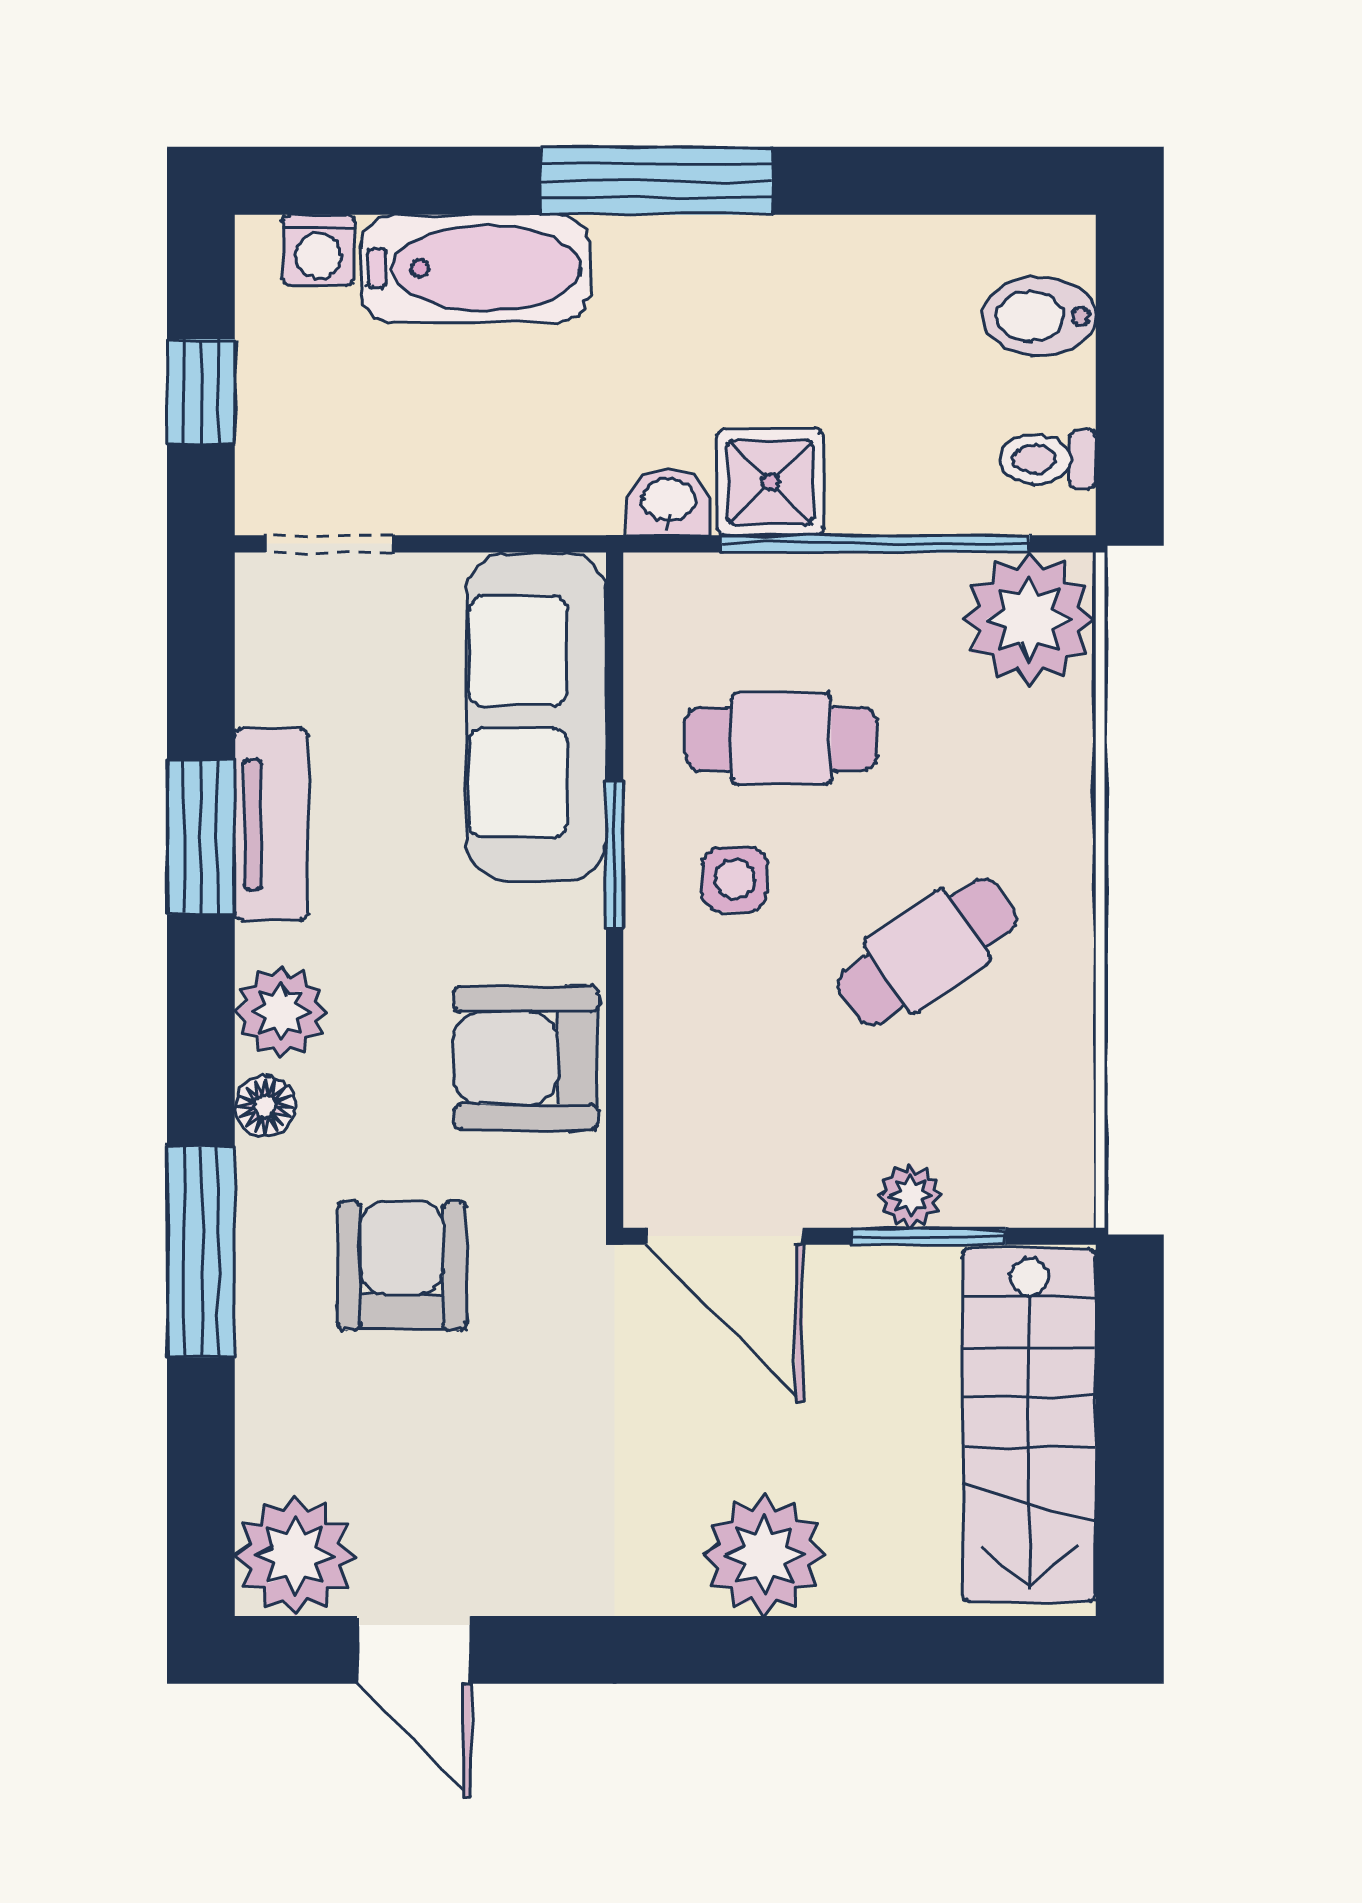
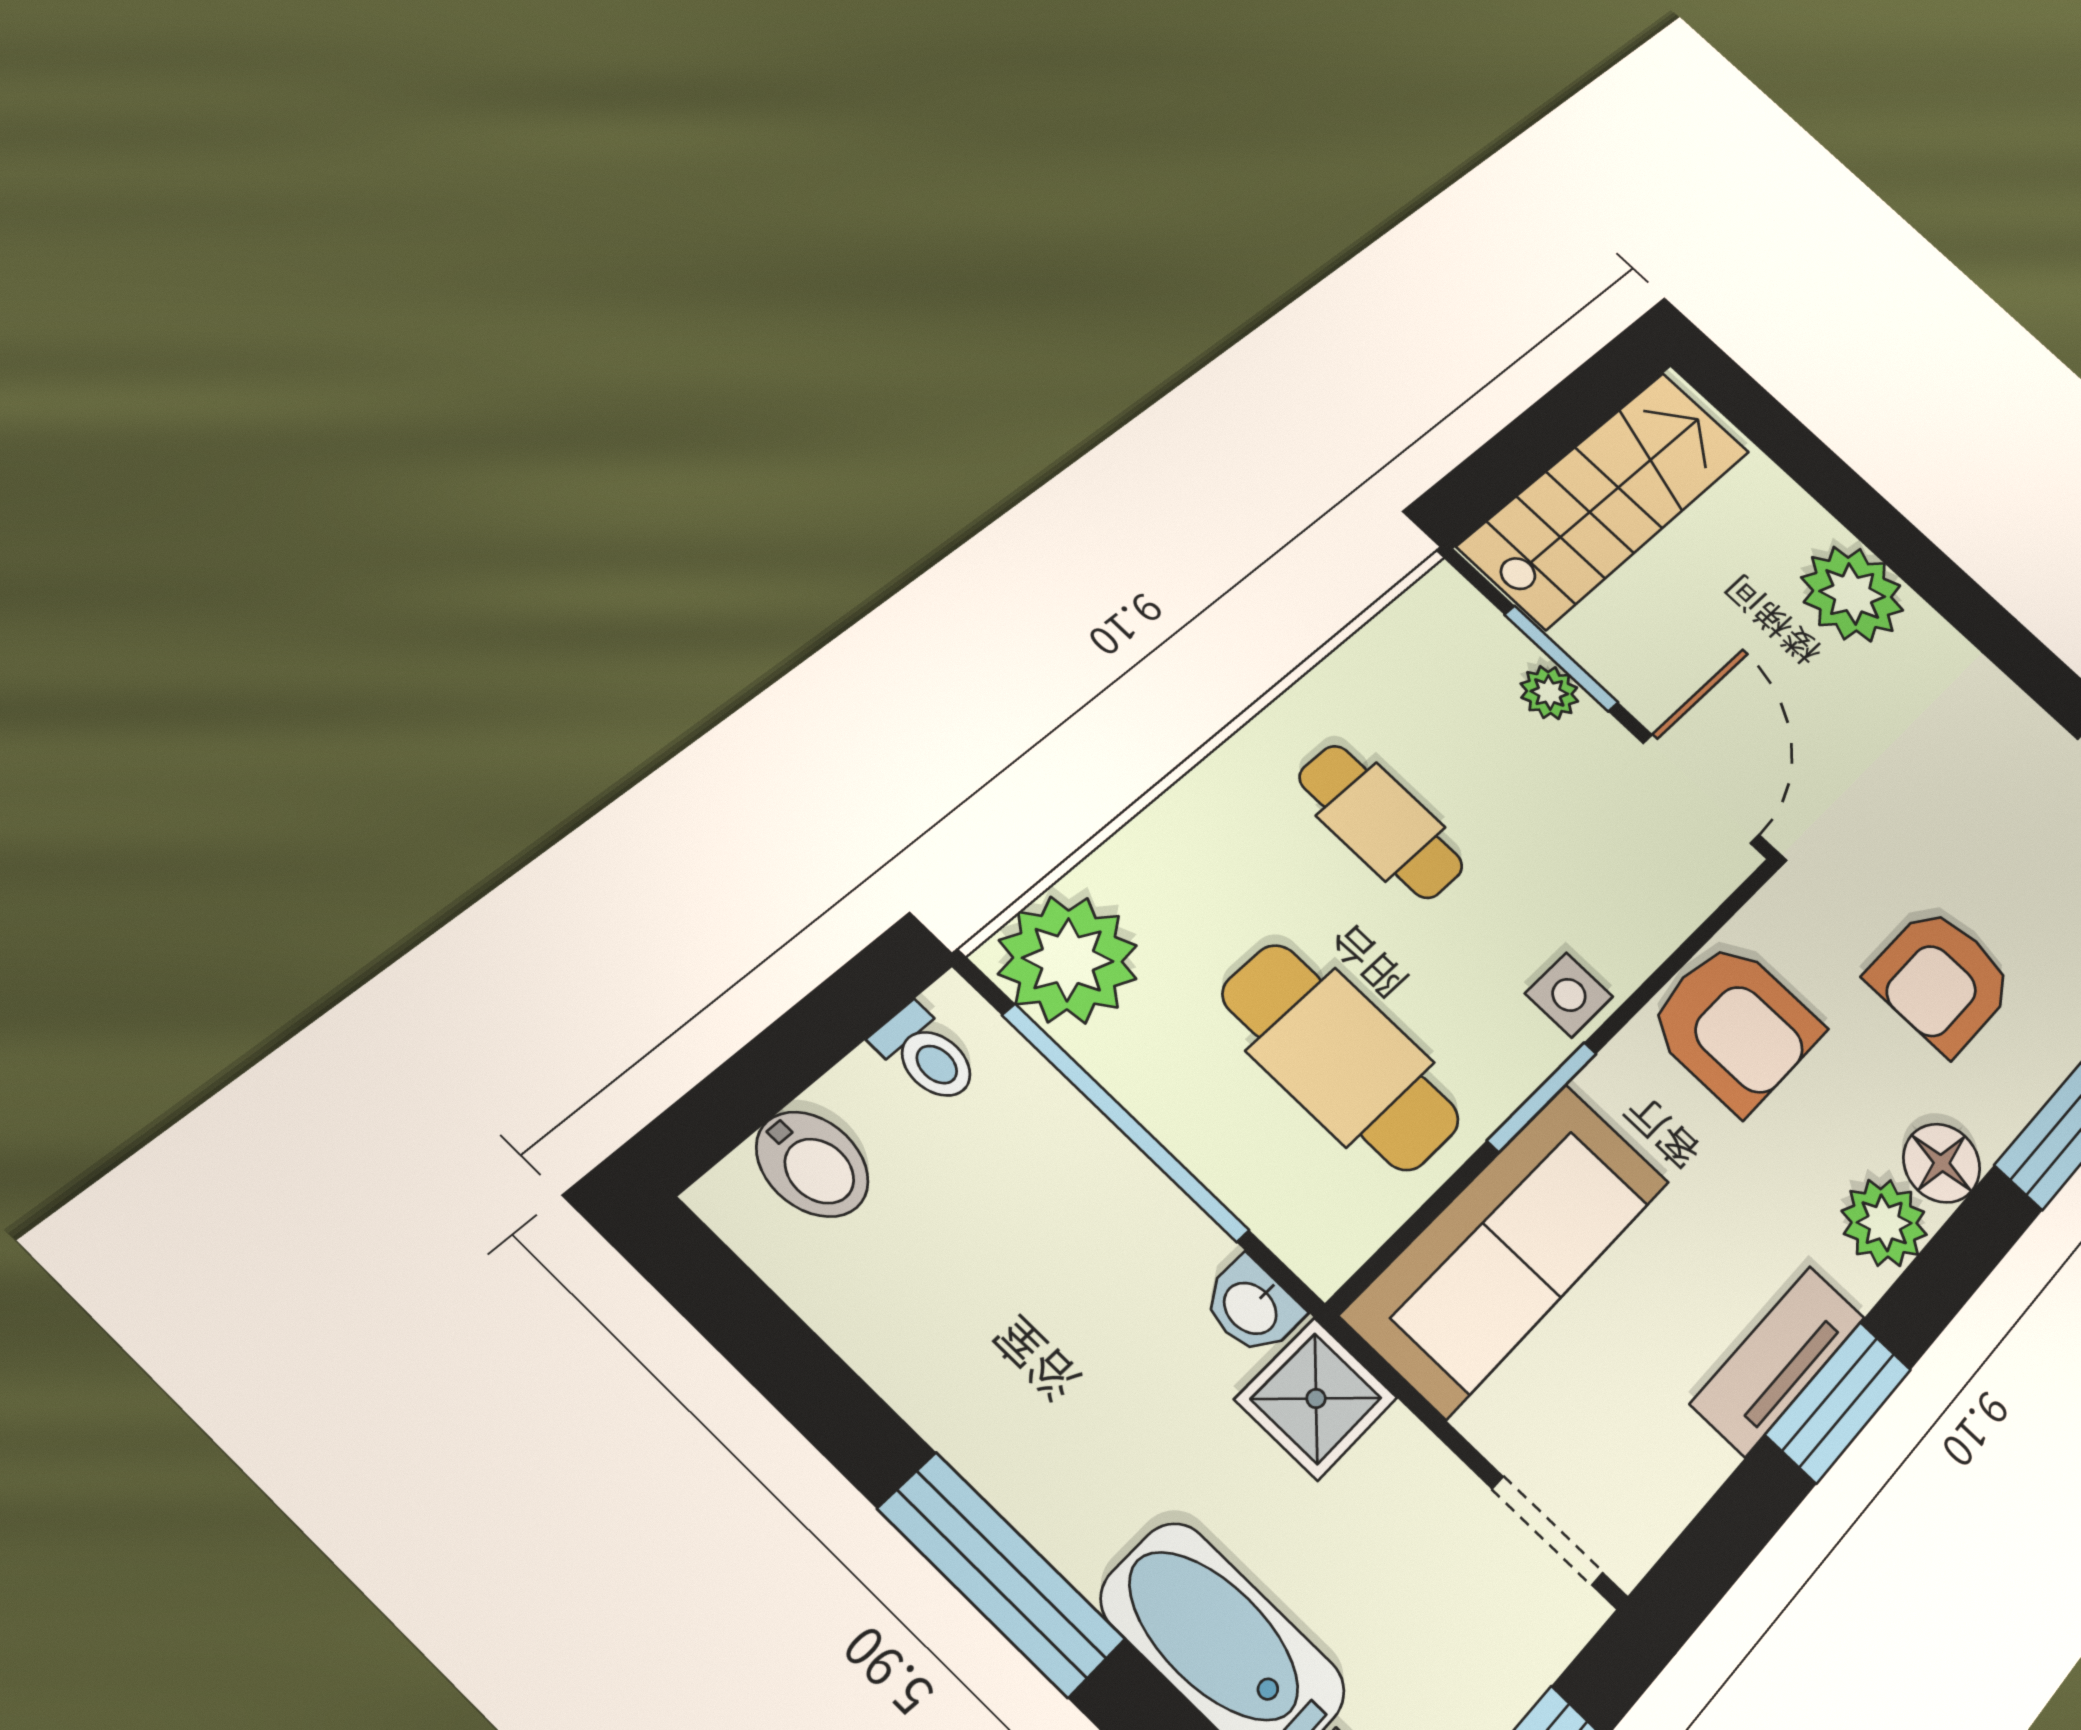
shower: (770, 482) -> (1316, 1398), moved
cafe table: (781, 739) -> (1341, 1057), width x1.37, depth x1.35
side table: (735, 879) -> (1569, 995), moved
cafe table: (927, 952) -> (1381, 822), turned 35
floor lamp: (265, 1106) -> (1942, 1163), width x1.37, depth x1.37

